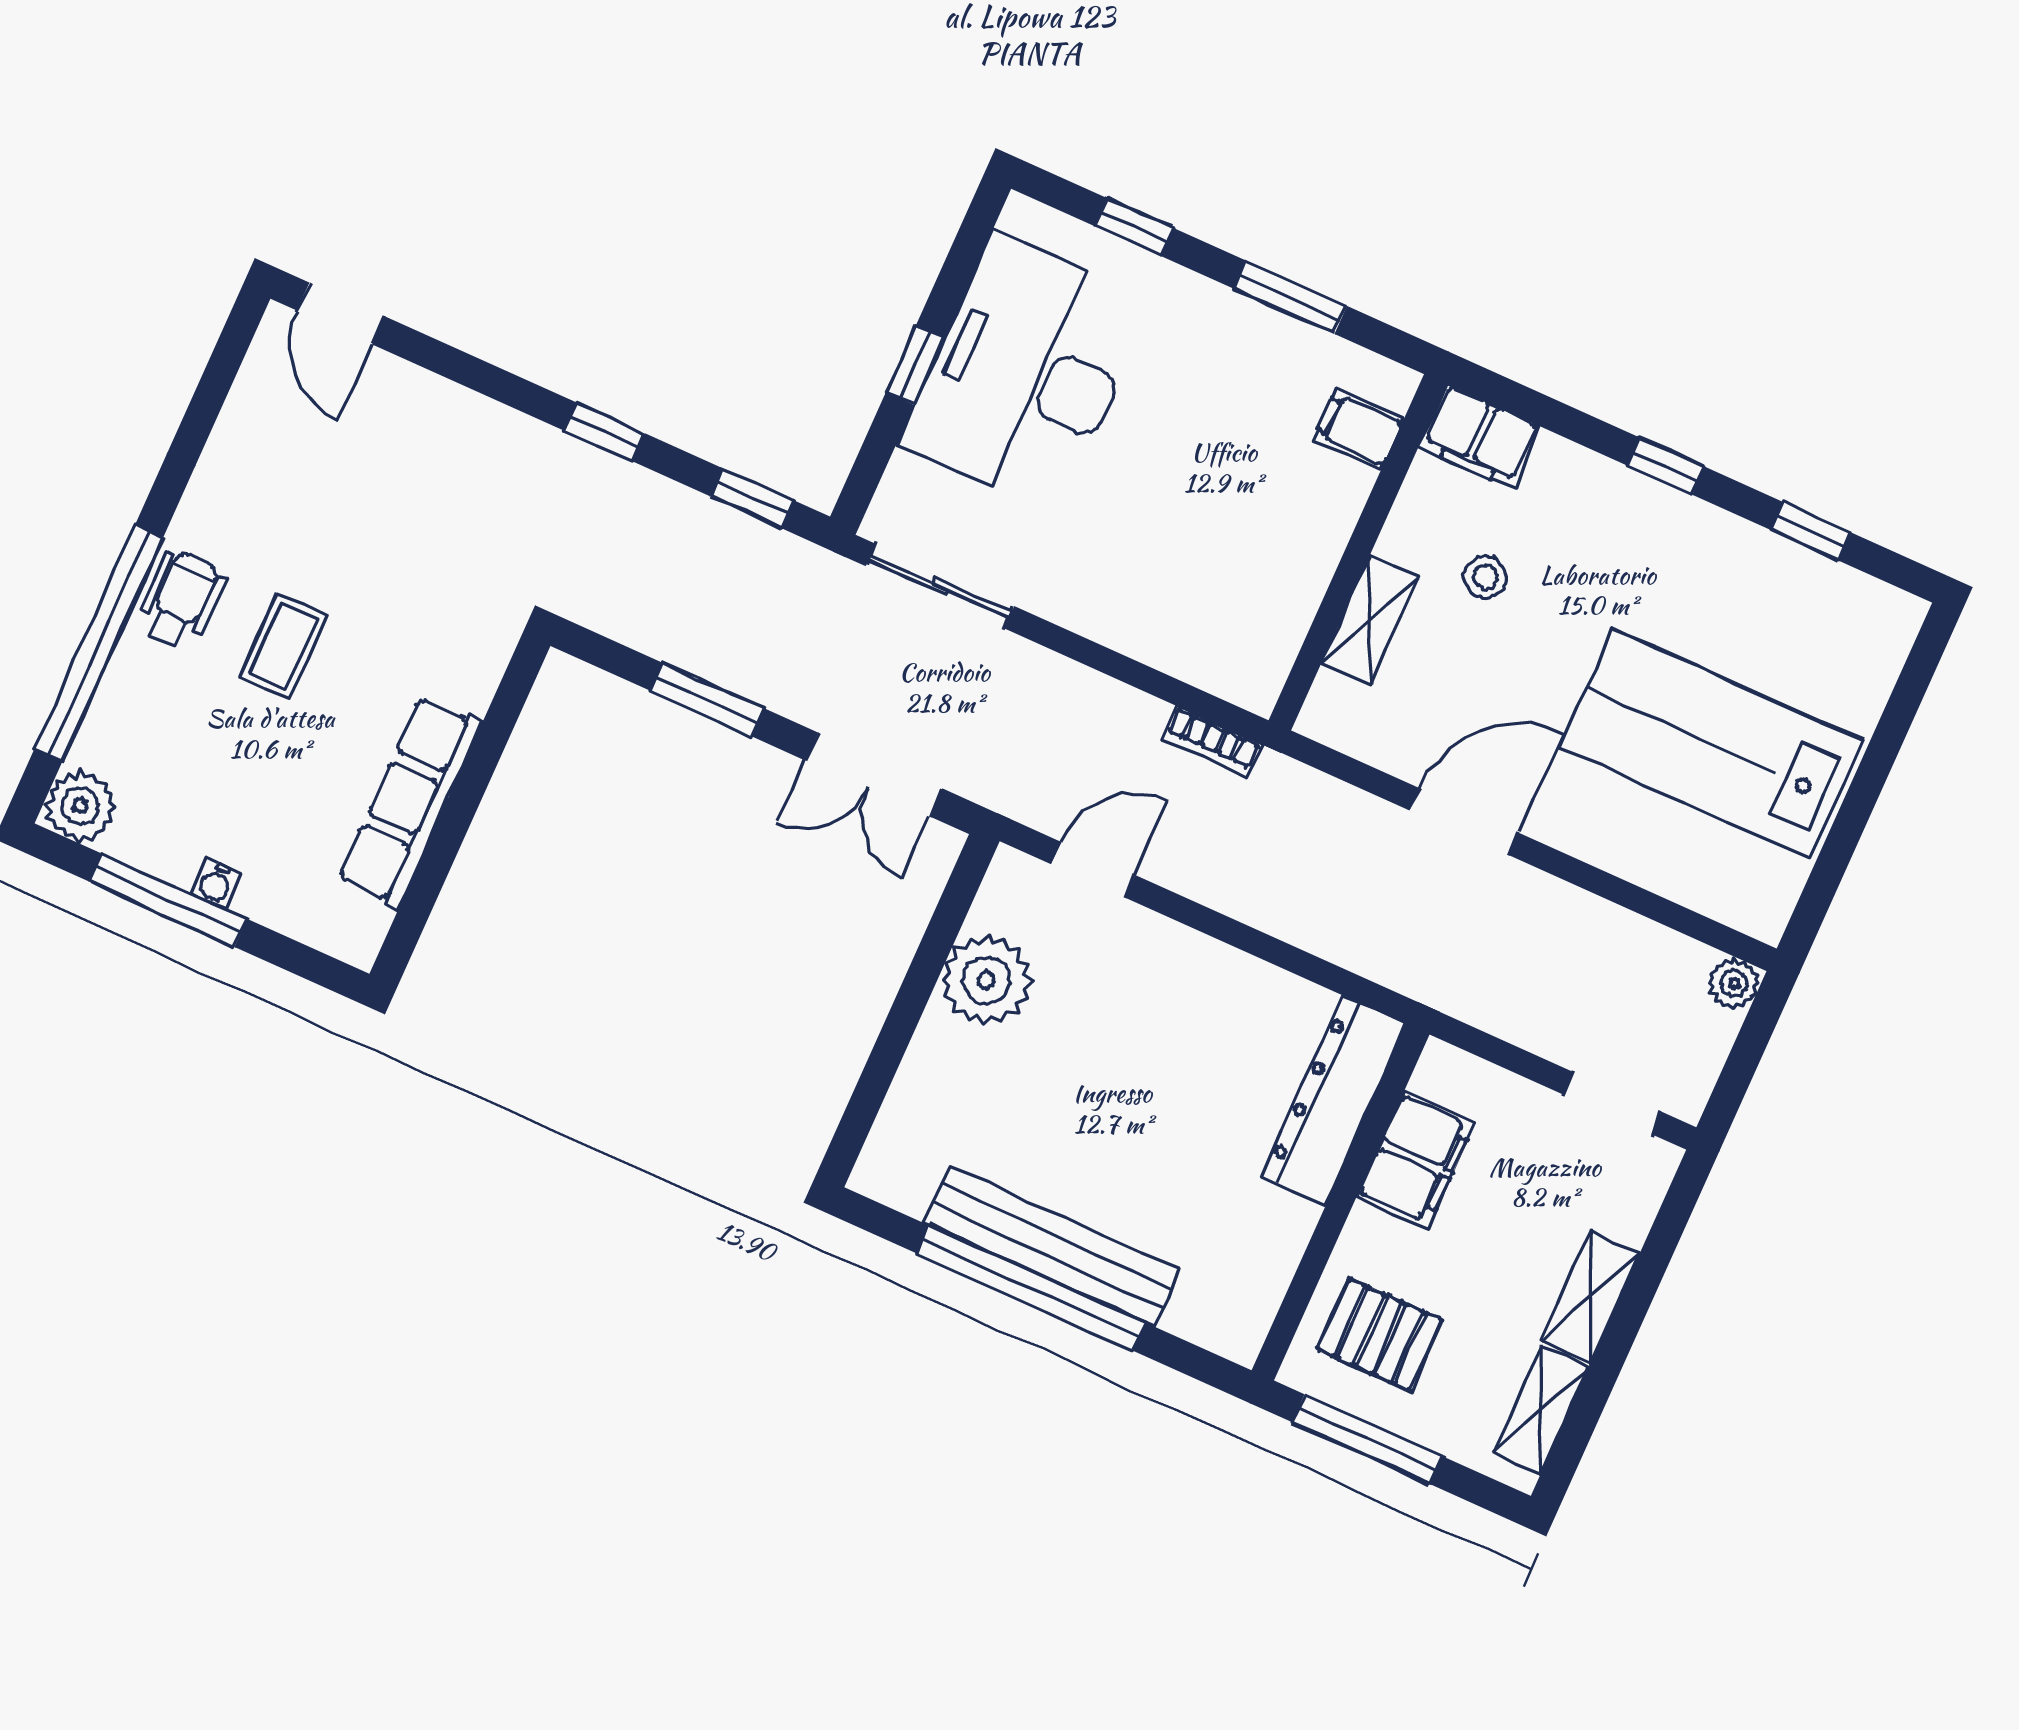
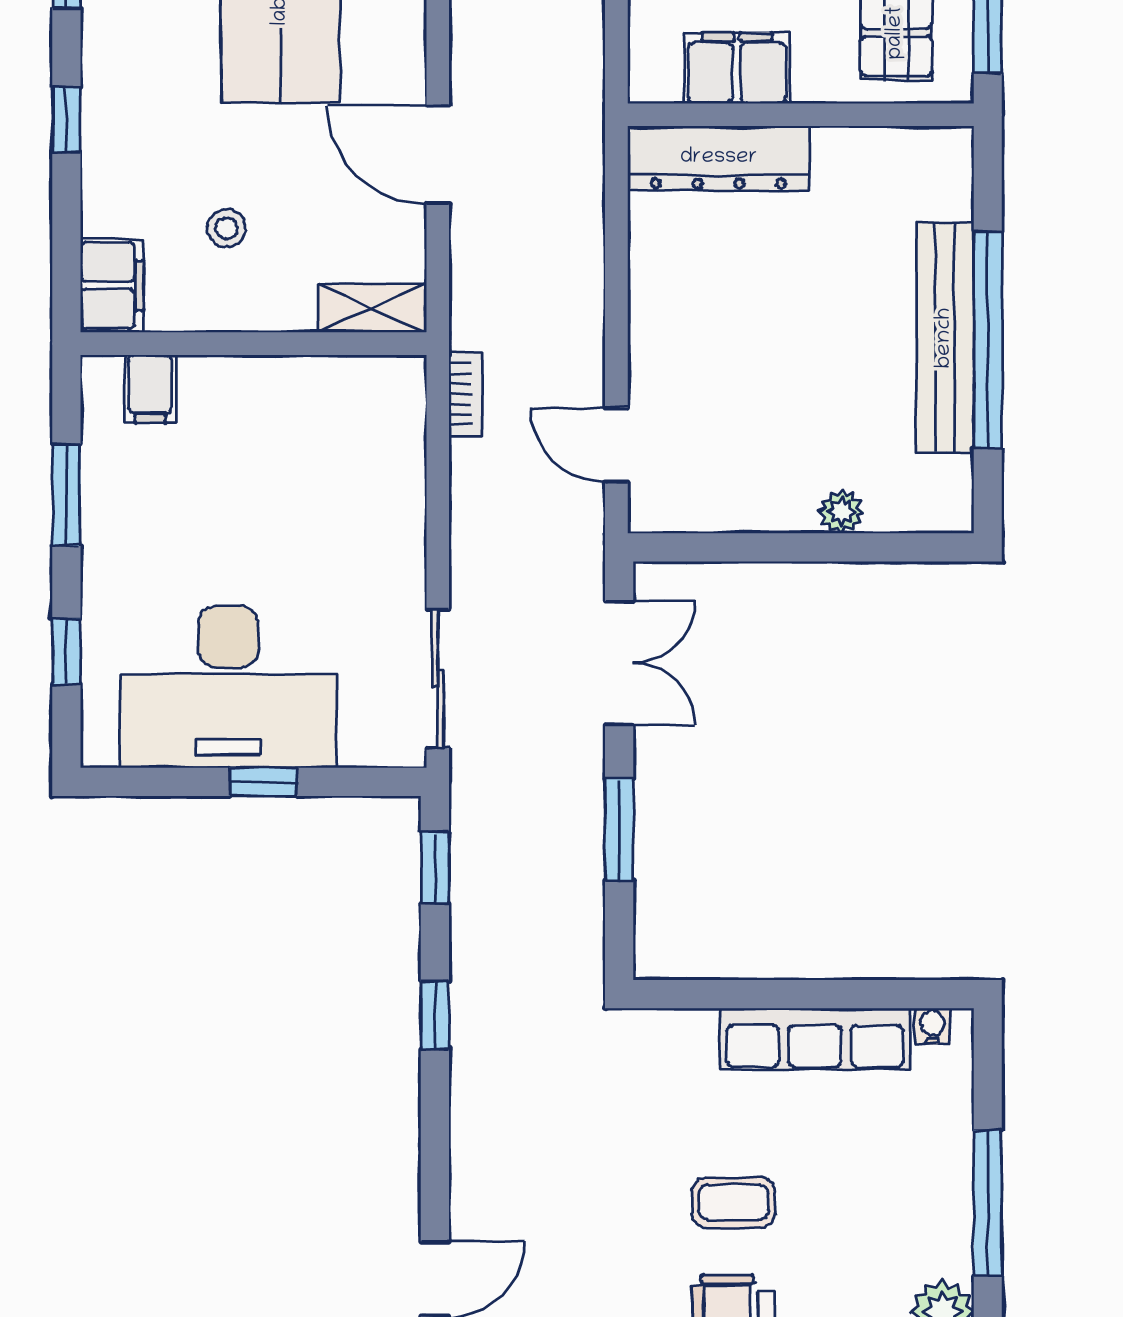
shelving: (1370, 620) -> (372, 308), moved
water cooler: (216, 883) -> (932, 1026), moved, turned -90
plant: (986, 980) -> (842, 512), moved, width x0.53, depth x0.53

